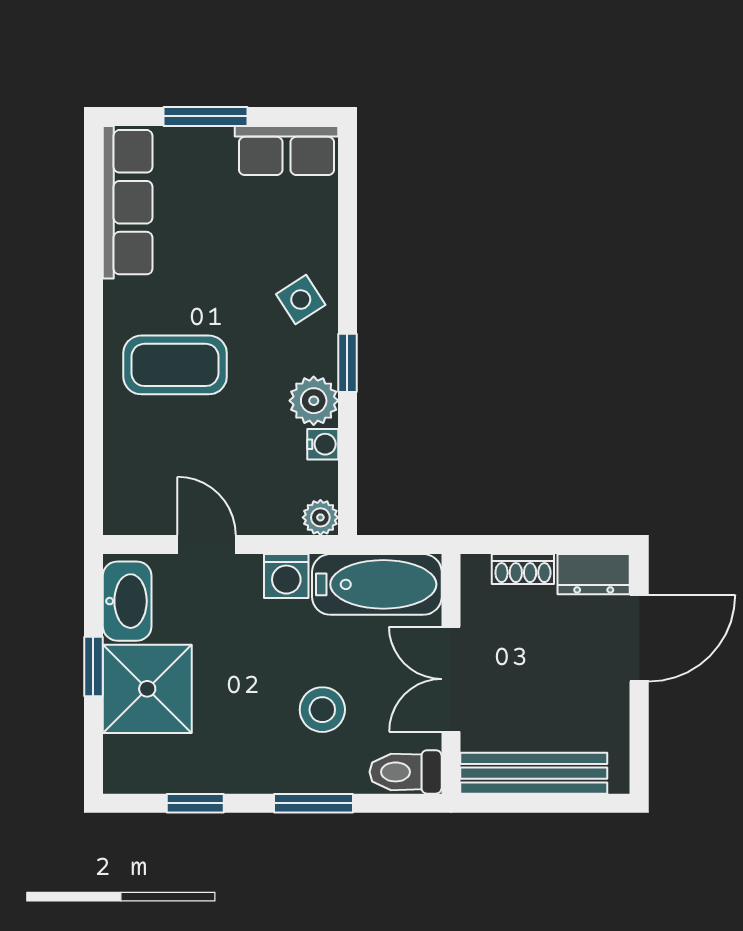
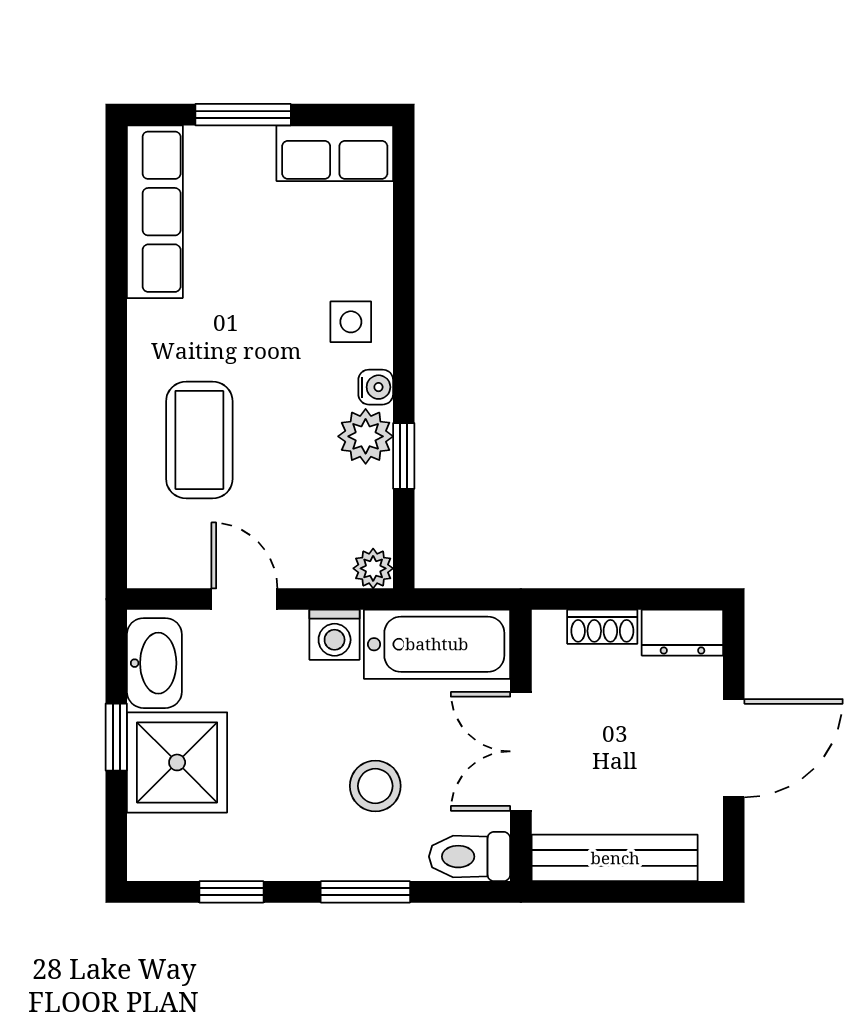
side table: (301, 300) -> (351, 322), turned 33
window: (347, 363) -> (404, 456), moved
coffee table: (175, 365) -> (199, 440), moved, turned 90
water cooler: (323, 444) -> (376, 387), moved
door: (639, 638) -> (734, 748), moved

